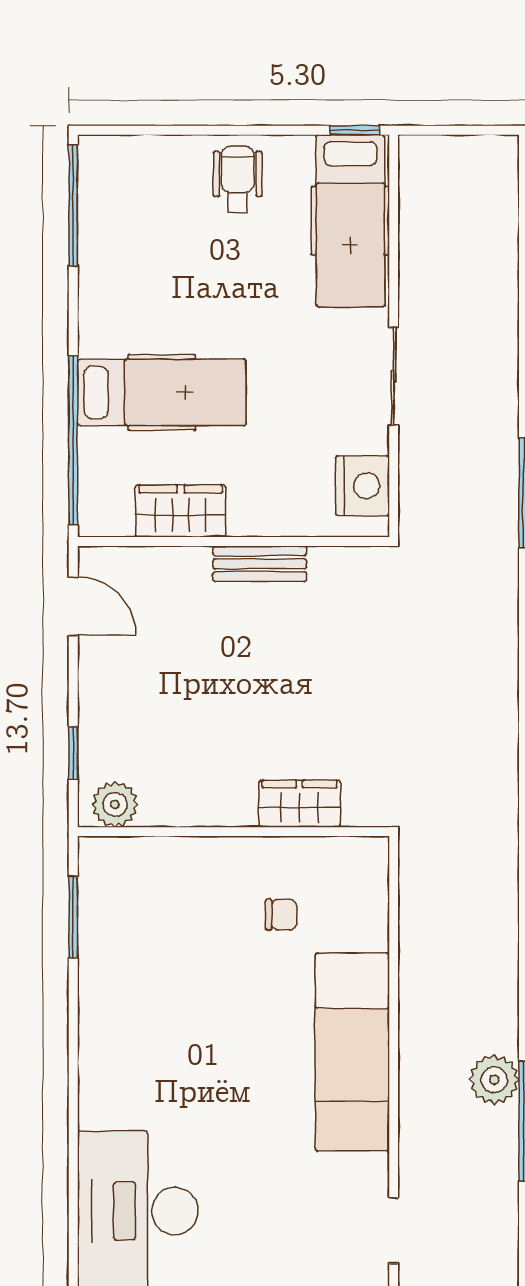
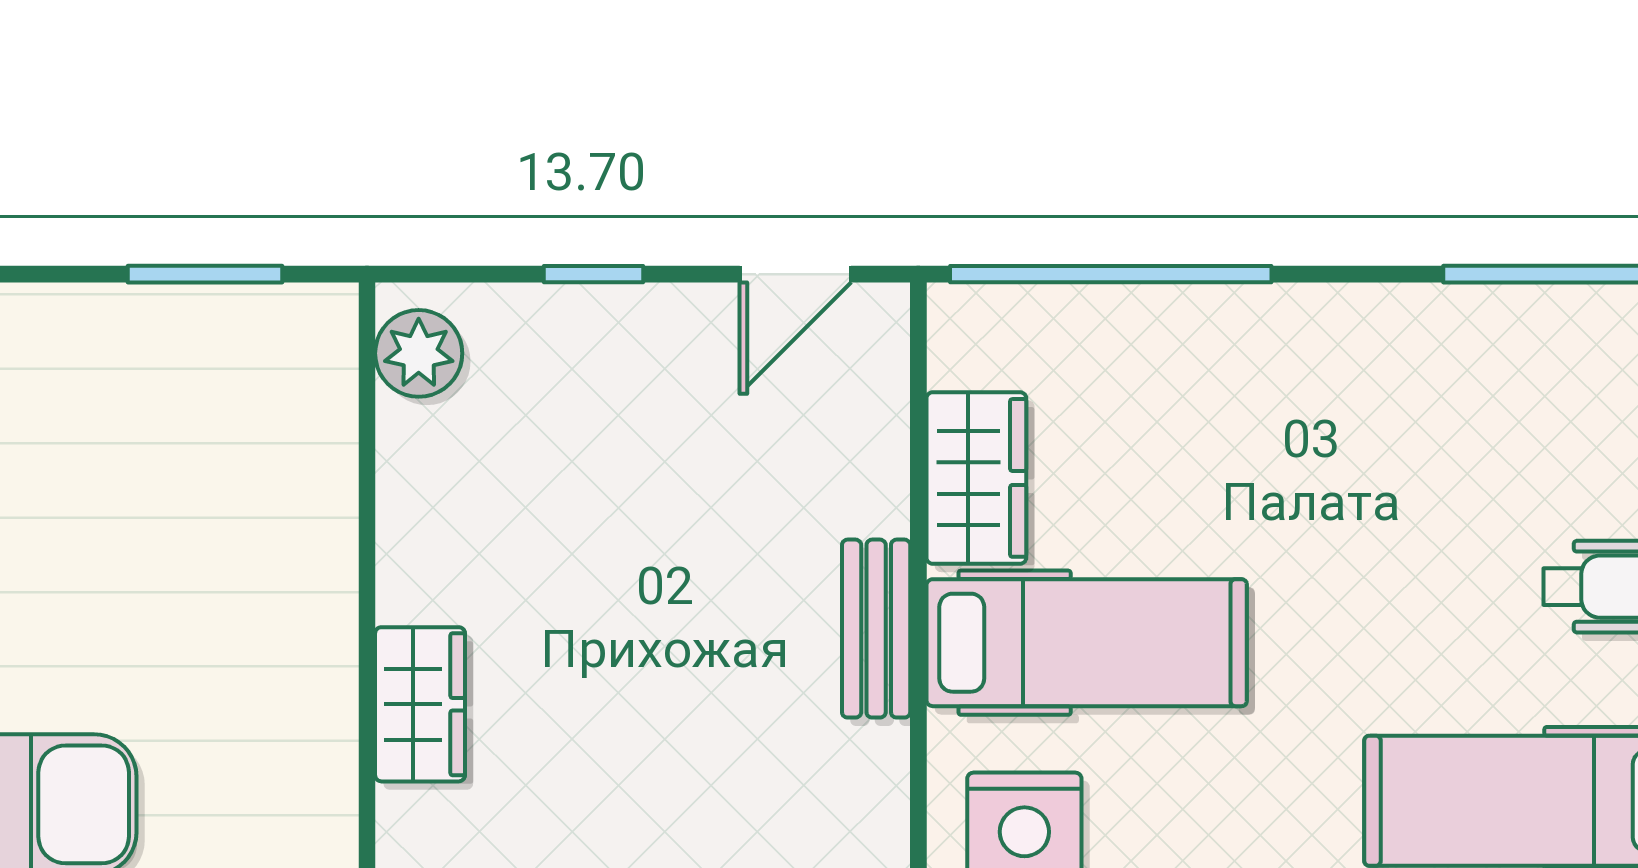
hospital bed: (162, 392) -> (1087, 643), moved, turned -90
window: (73, 753) -> (594, 274), moved
chair: (281, 915) -> (209, 669), removed

